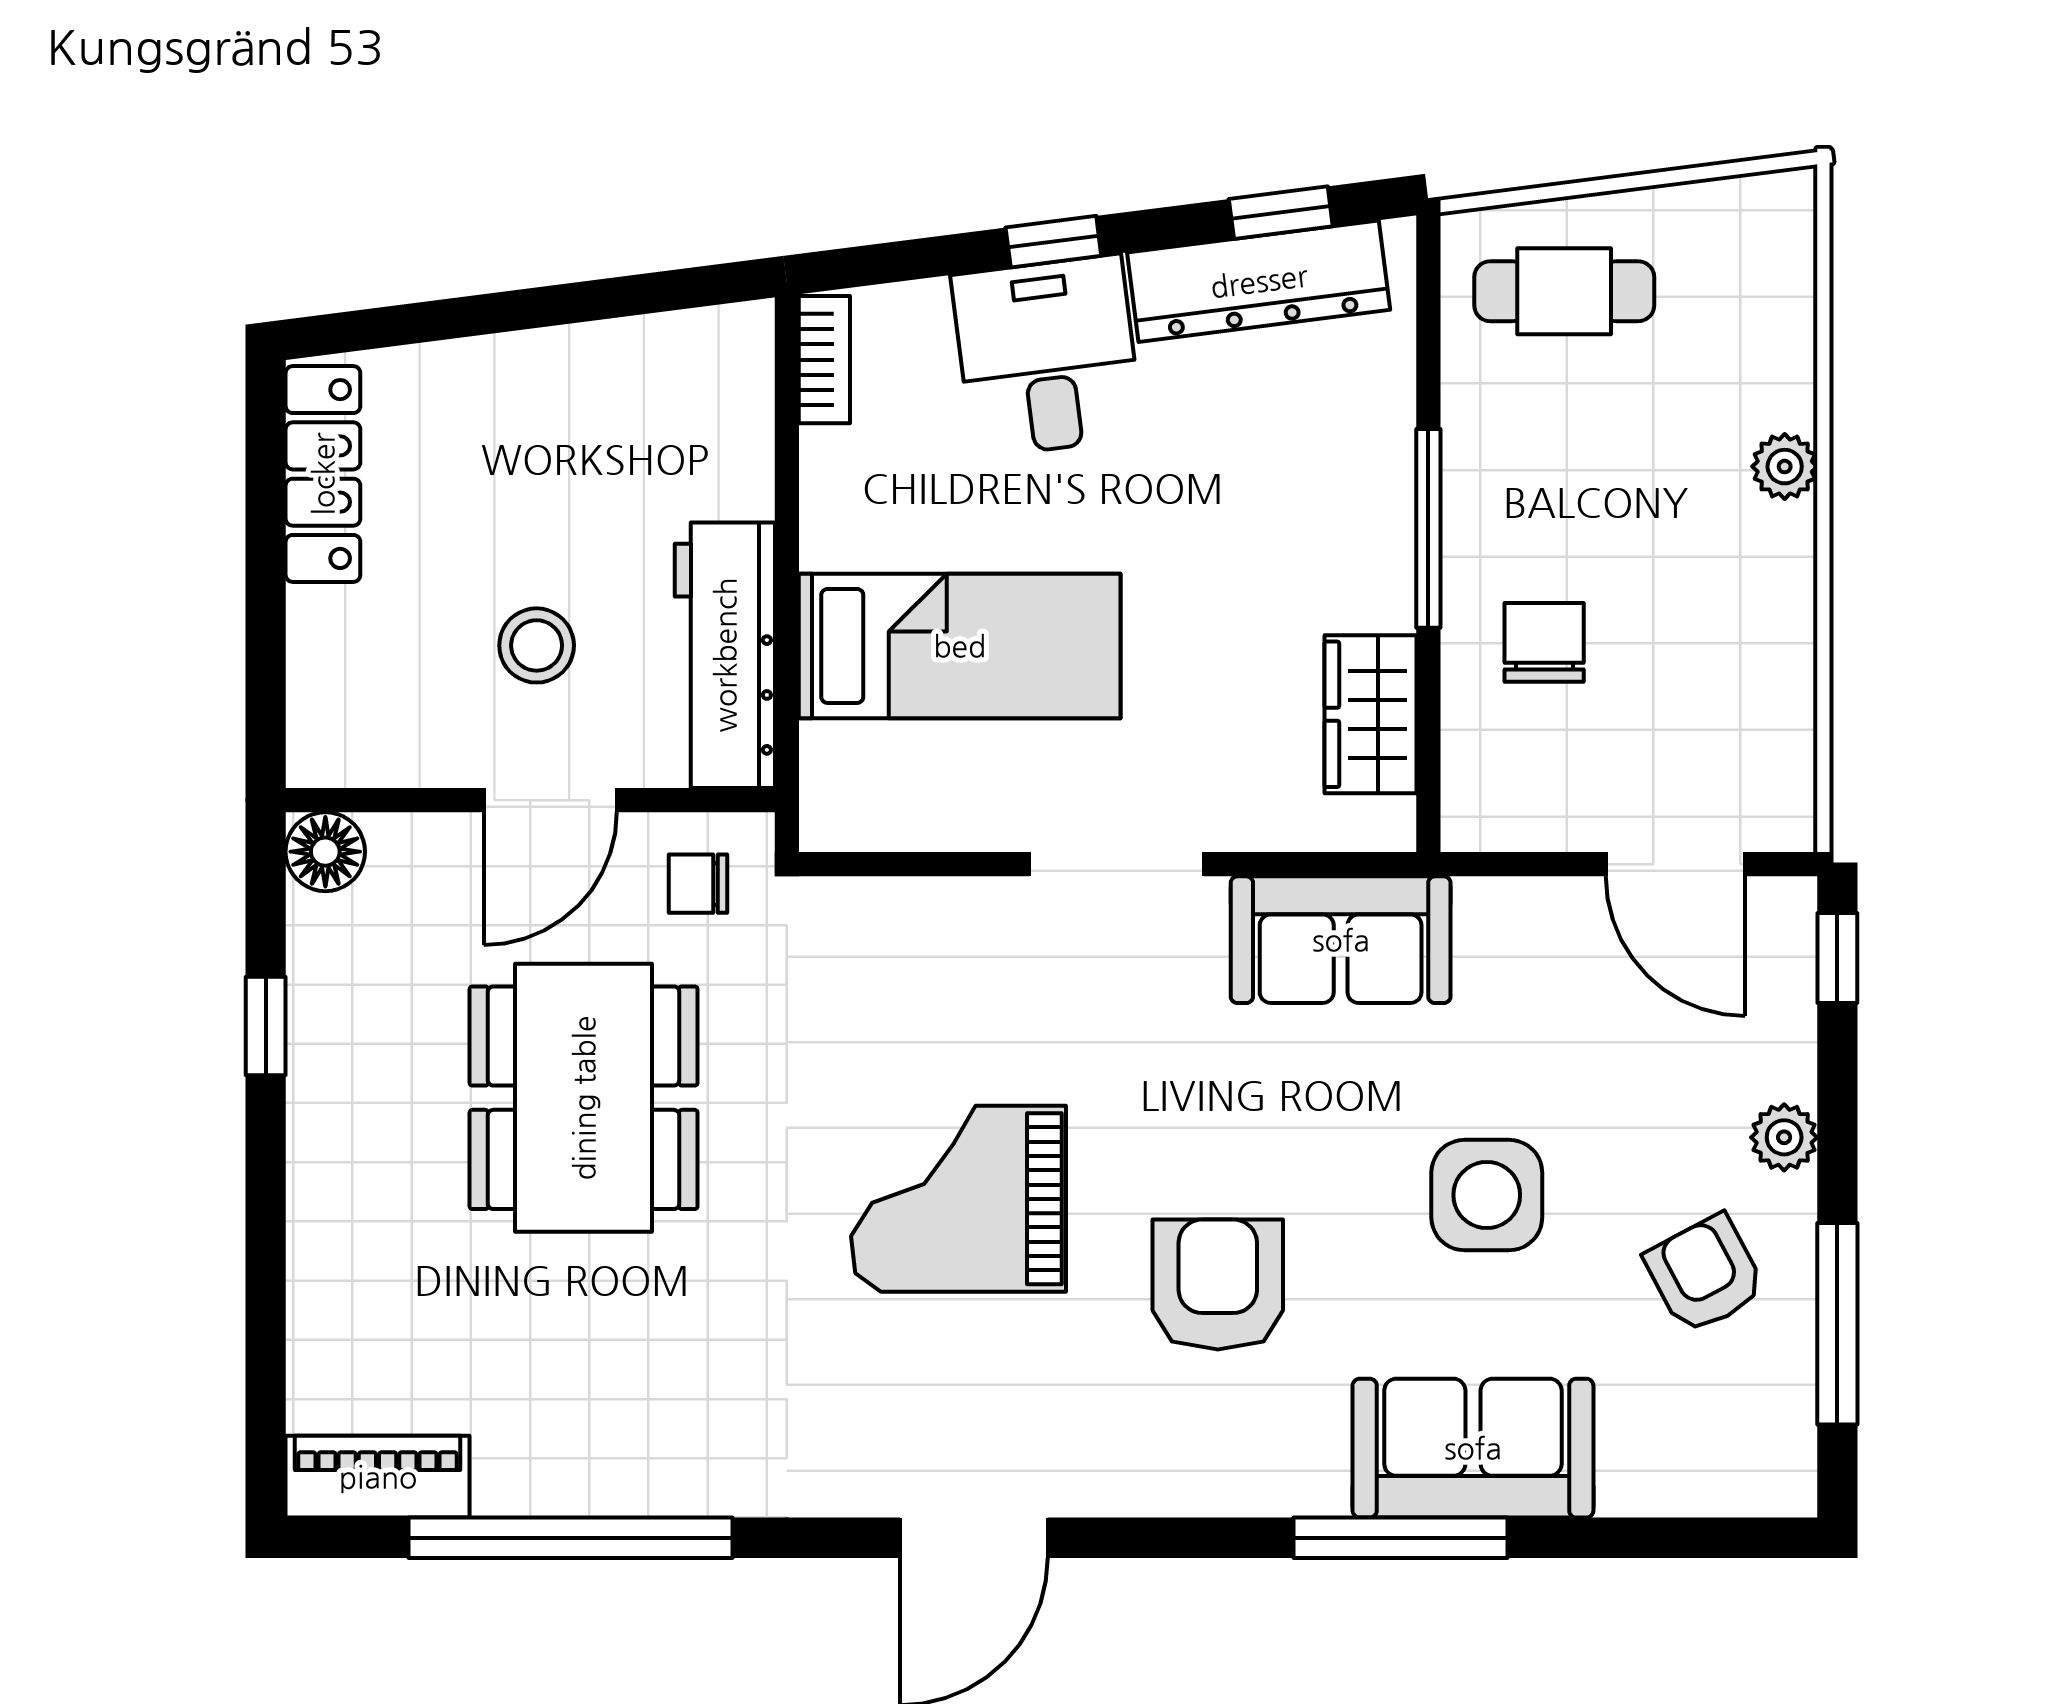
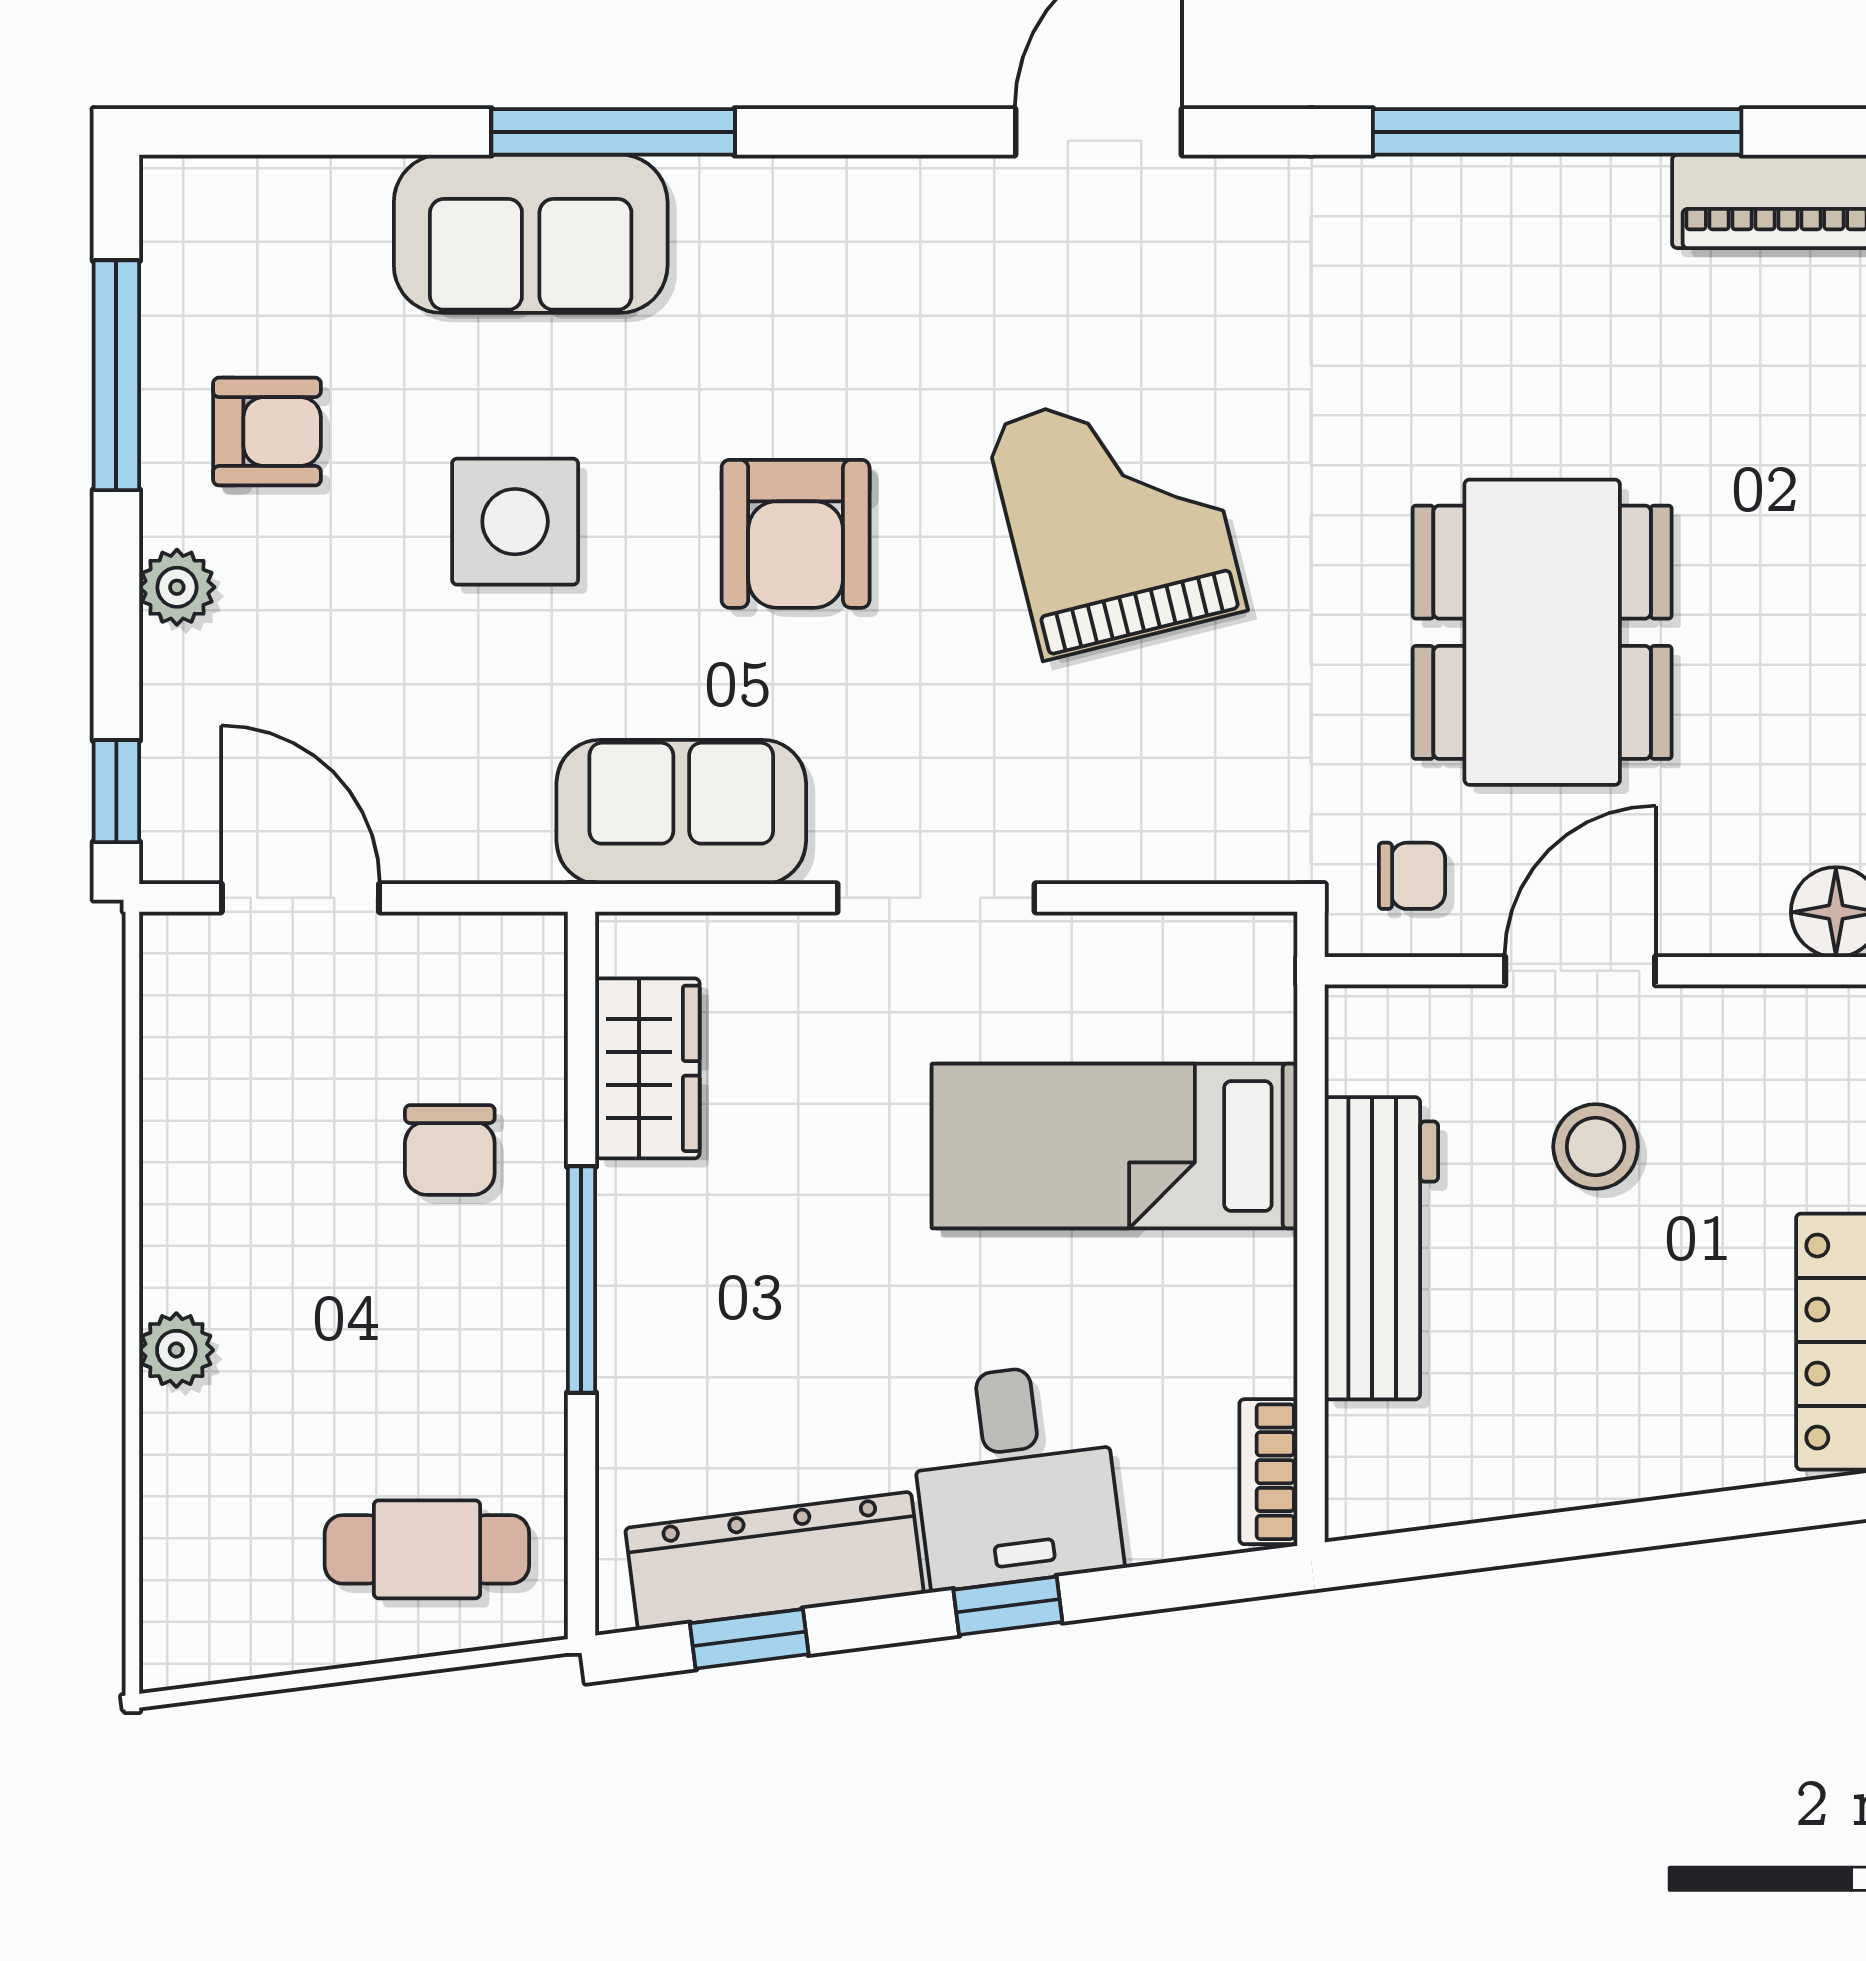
workbench: (725, 655) -> (1381, 1248), moved
grand piano: (958, 1199) -> (1116, 517), turned -104
armchair: (1705, 1274) -> (267, 432), turned -62
armchair: (1218, 1284) -> (796, 534), moved

